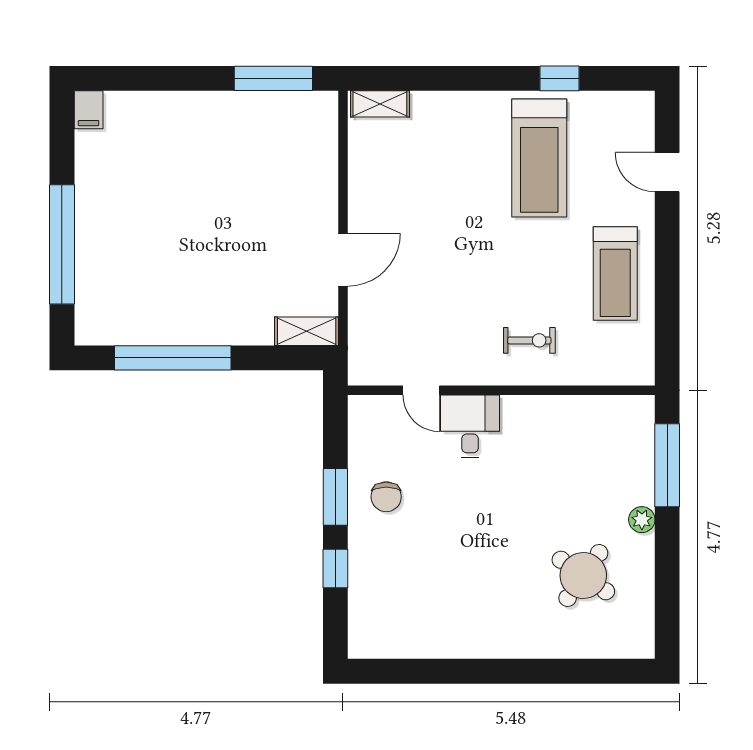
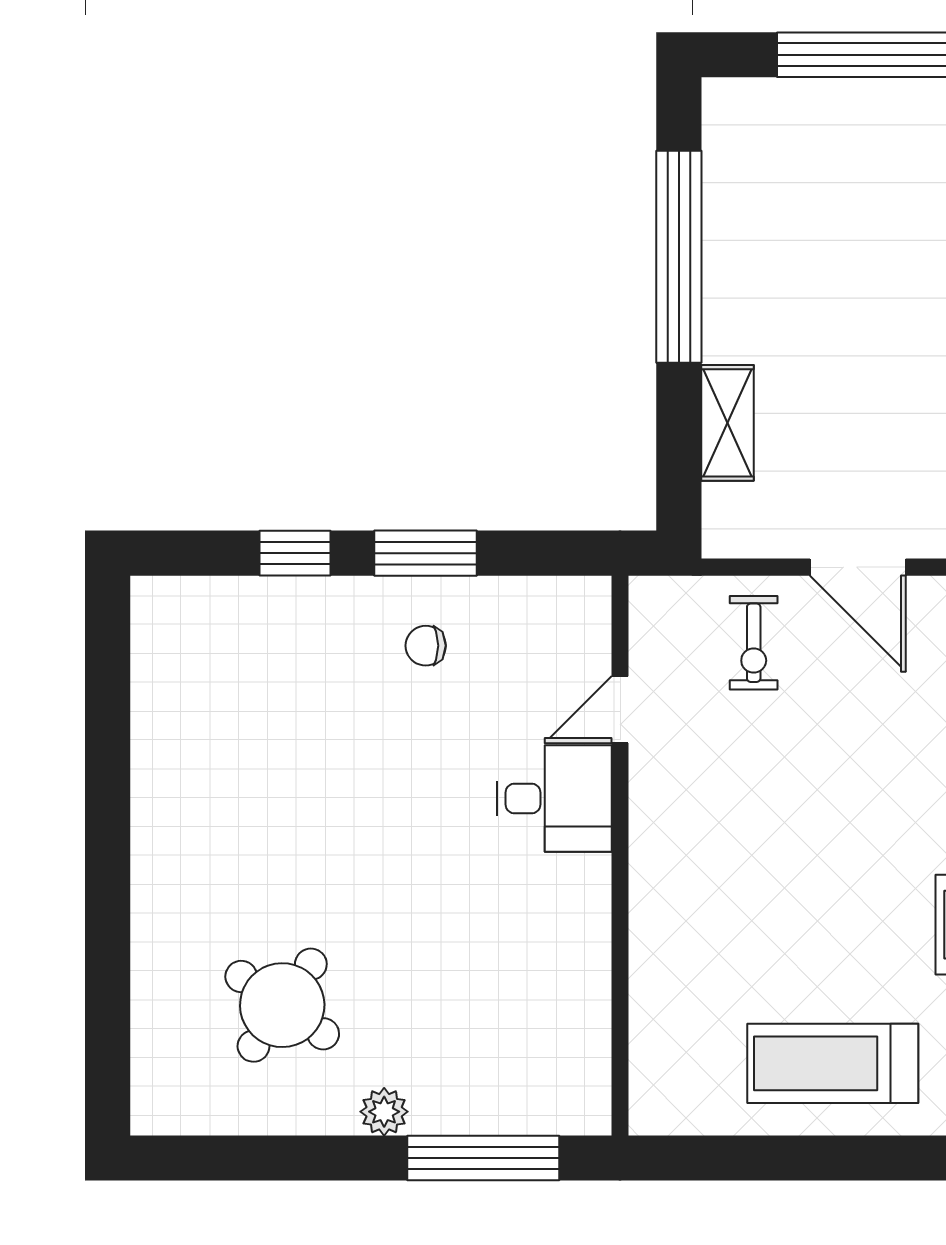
shelving: (307, 331) -> (727, 423), moved
exercise bike: (529, 340) -> (754, 643), moved
chair: (386, 497) -> (426, 646), width x0.73, depth x0.73

